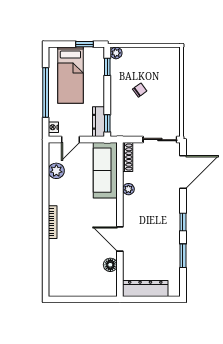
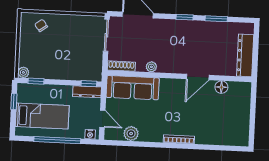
chair: (140, 90) -> (41, 25), moved

